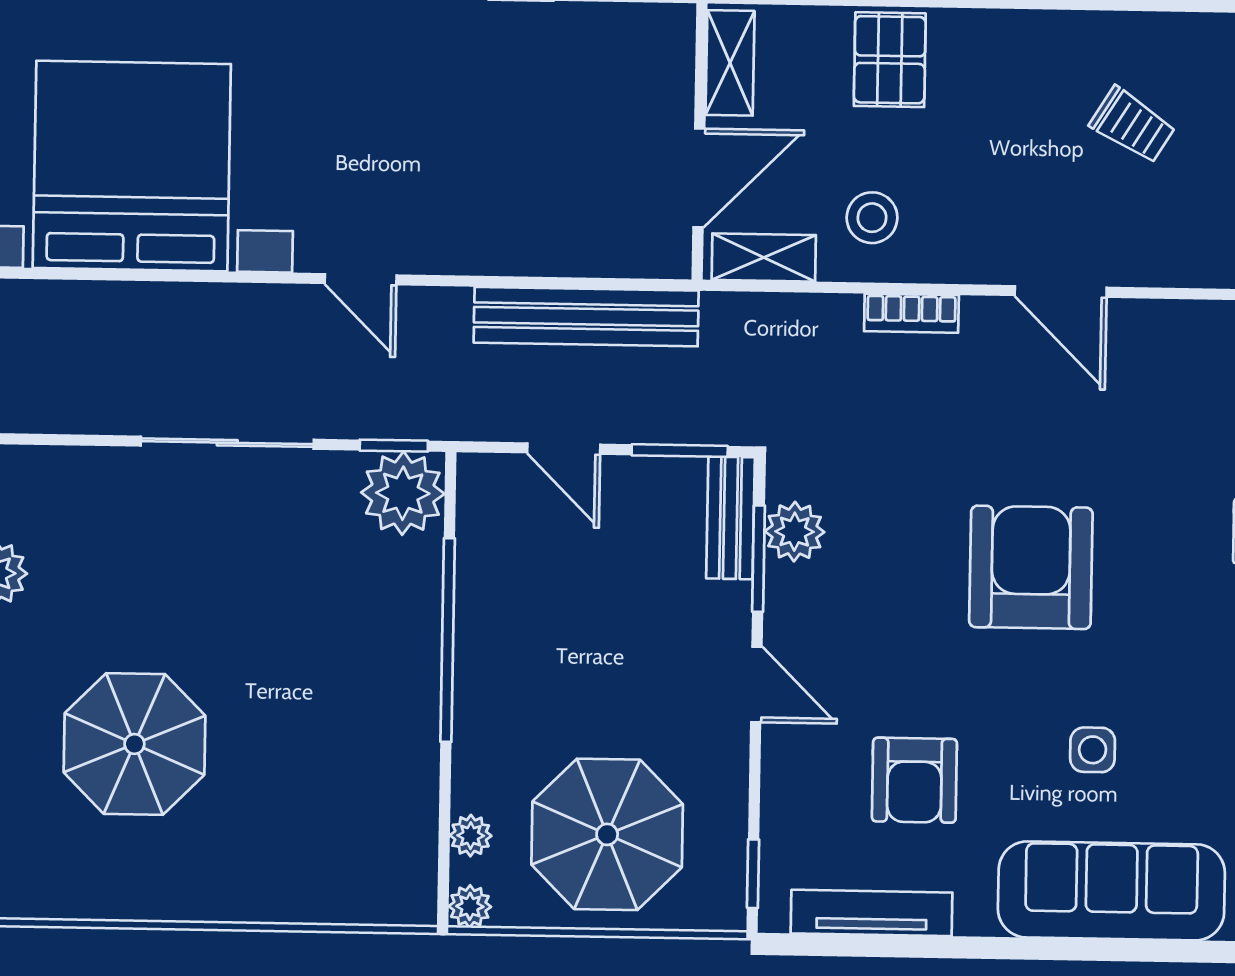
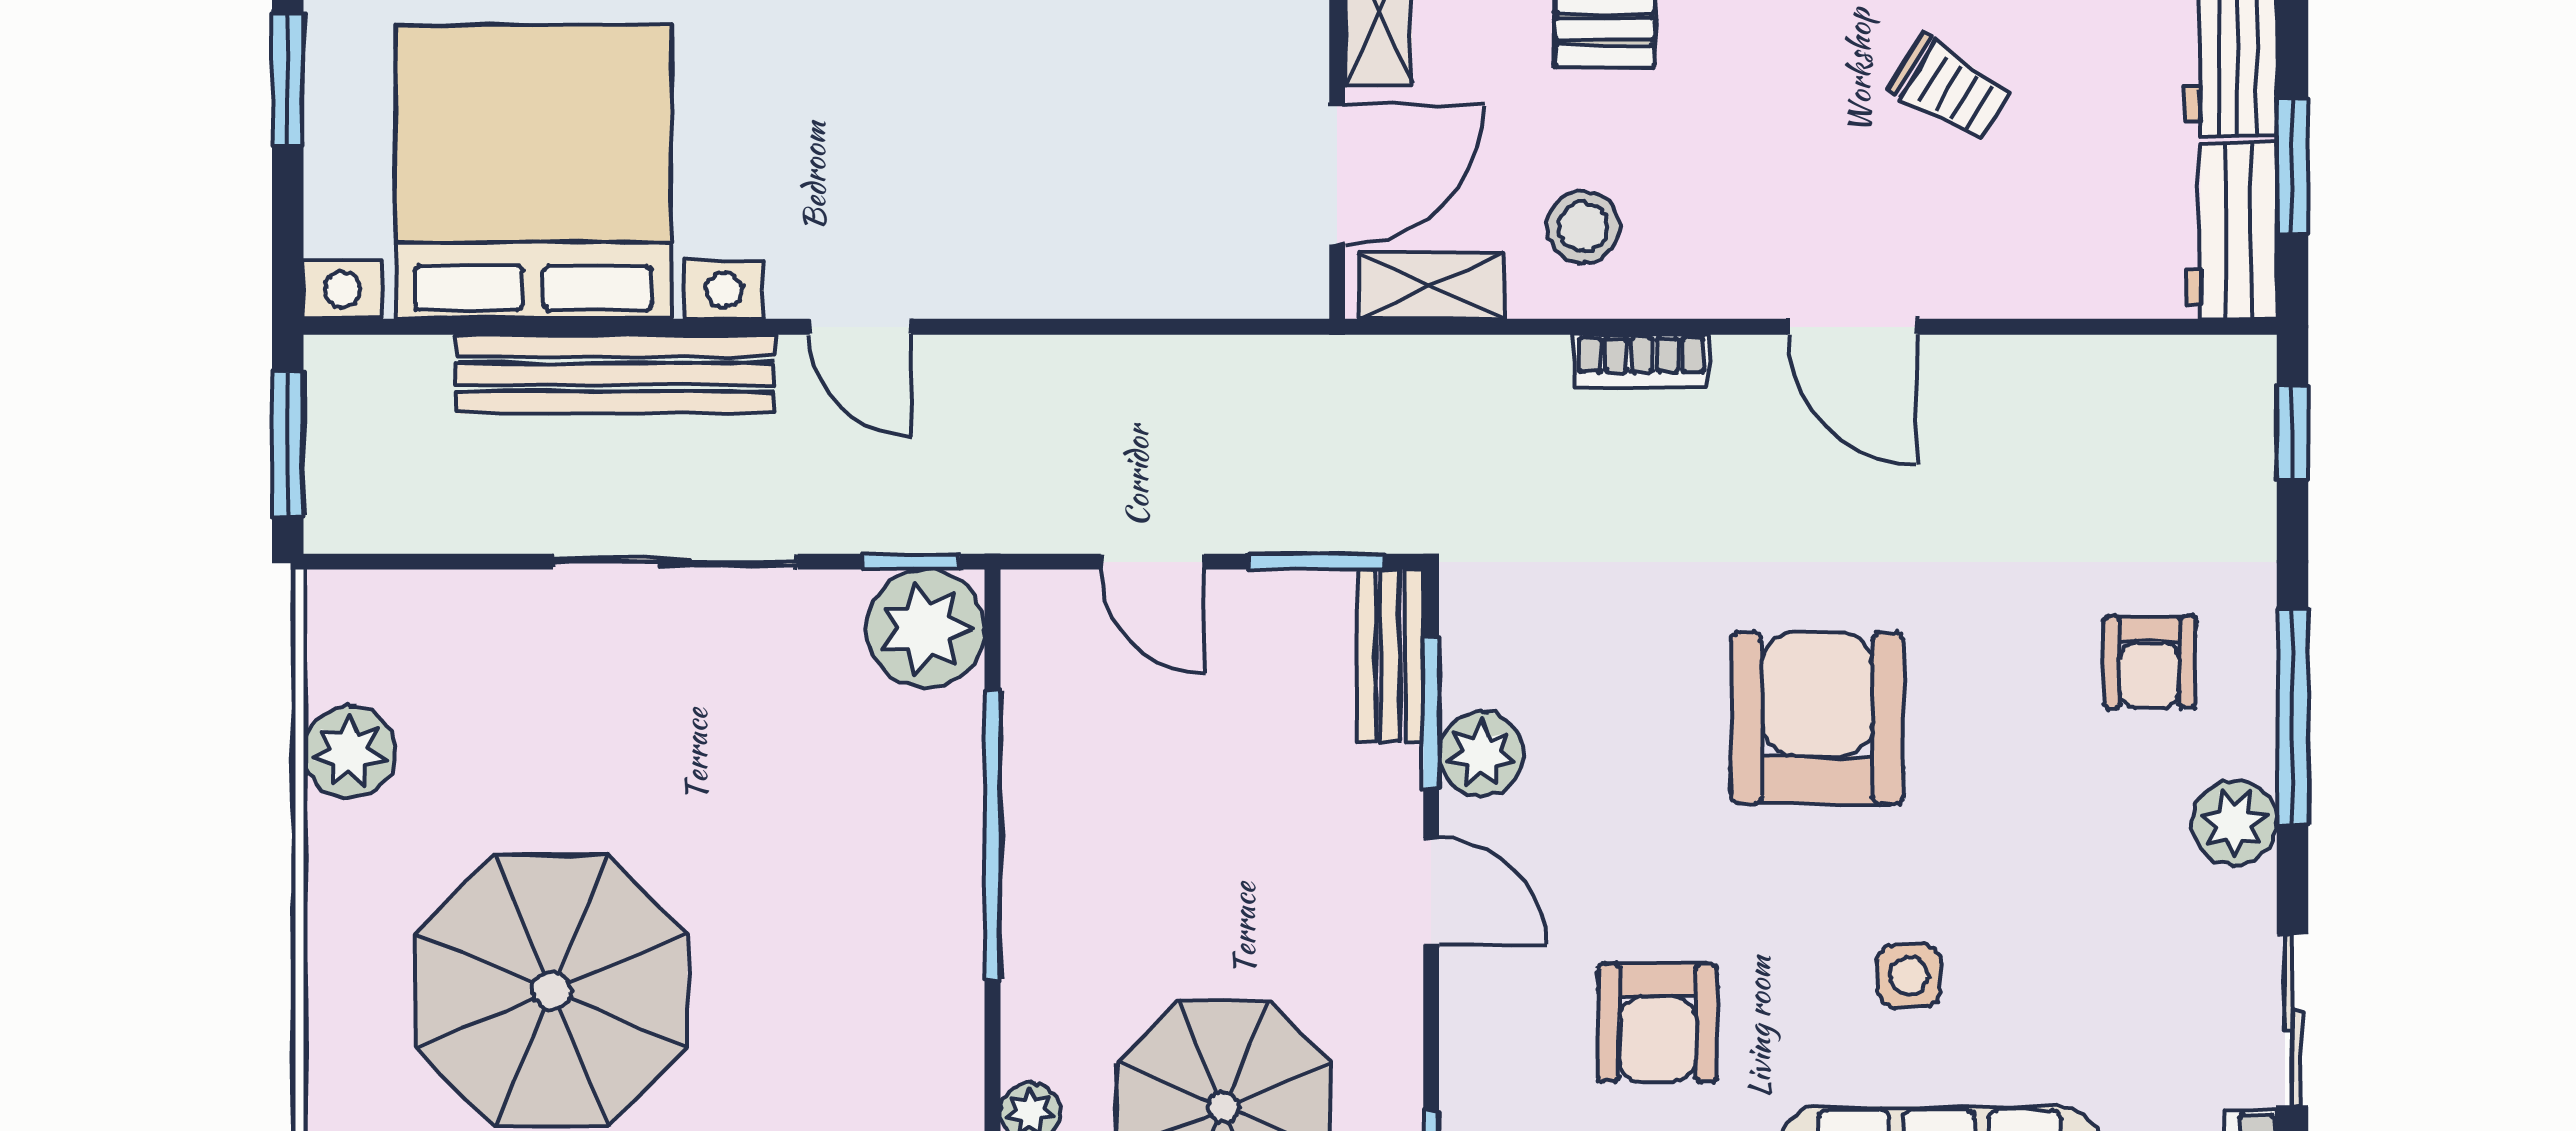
bench: (586, 317) -> (615, 374), moved
plant: (794, 532) -> (1481, 754), moved
parasol: (134, 744) -> (551, 991), width x1.36, depth x1.36

